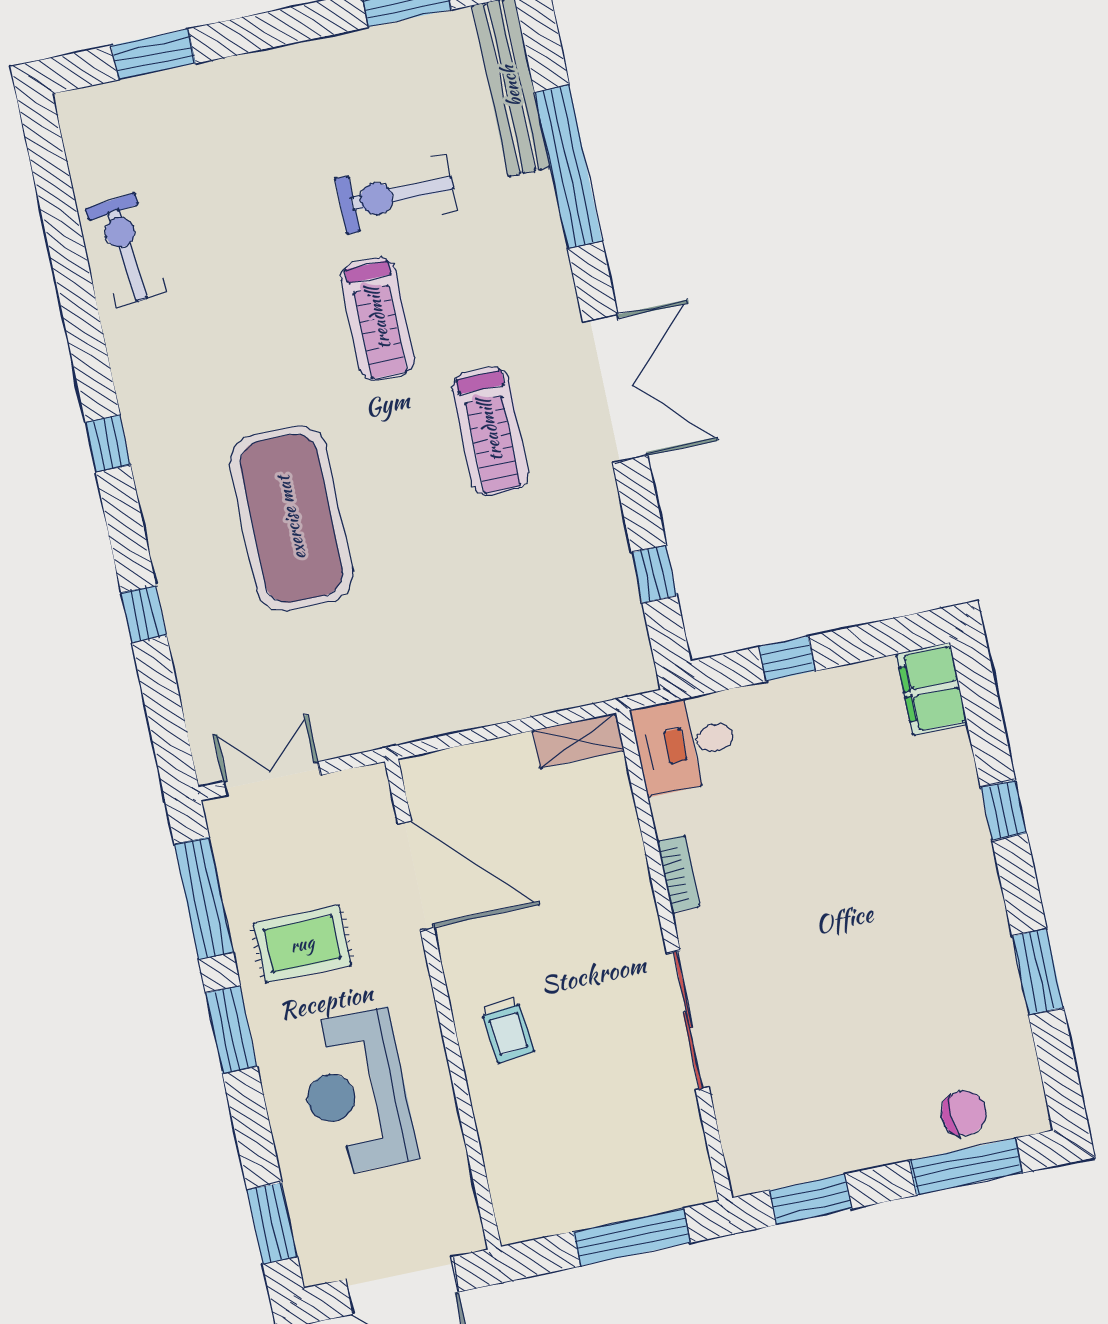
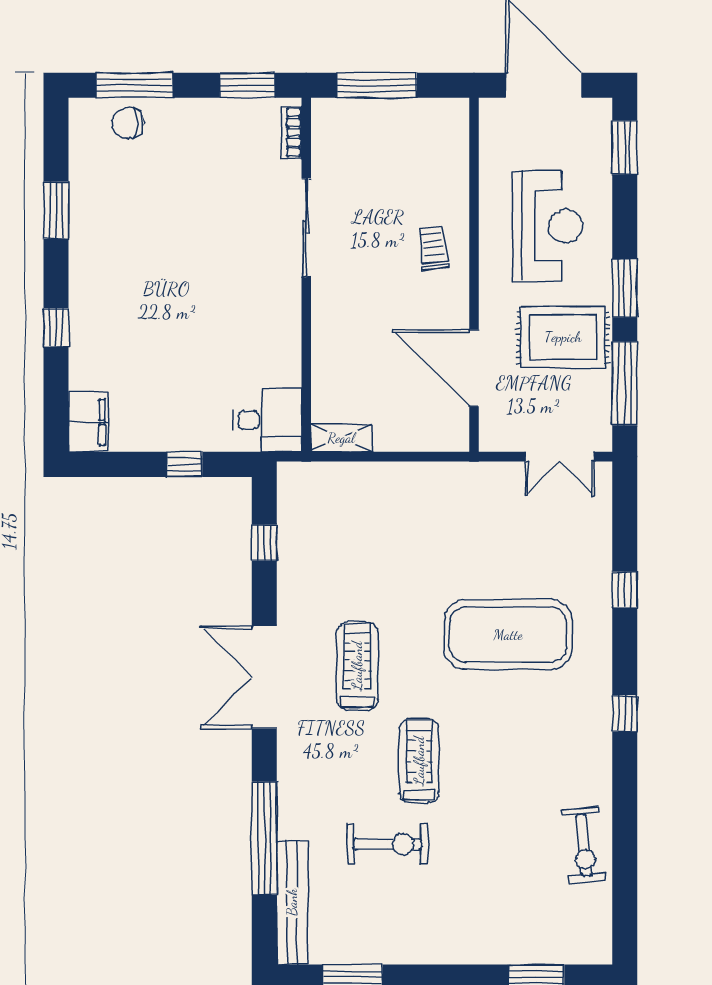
exercise mat: (291, 518) -> (508, 635), turned 90
bookcase: (679, 874) -> (291, 132), moved
rug: (302, 944) -> (563, 337), width x1.36, depth x1.43

